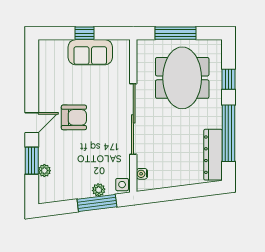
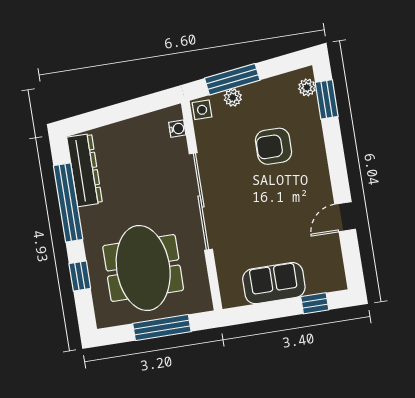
window: (85, 33) -> (315, 303), moved
armchair: (74, 117) -> (273, 146), moved
door: (32, 123) -> (345, 217), moved
window: (32, 161) -> (327, 99), moved
plant: (44, 171) -> (307, 87), moved

